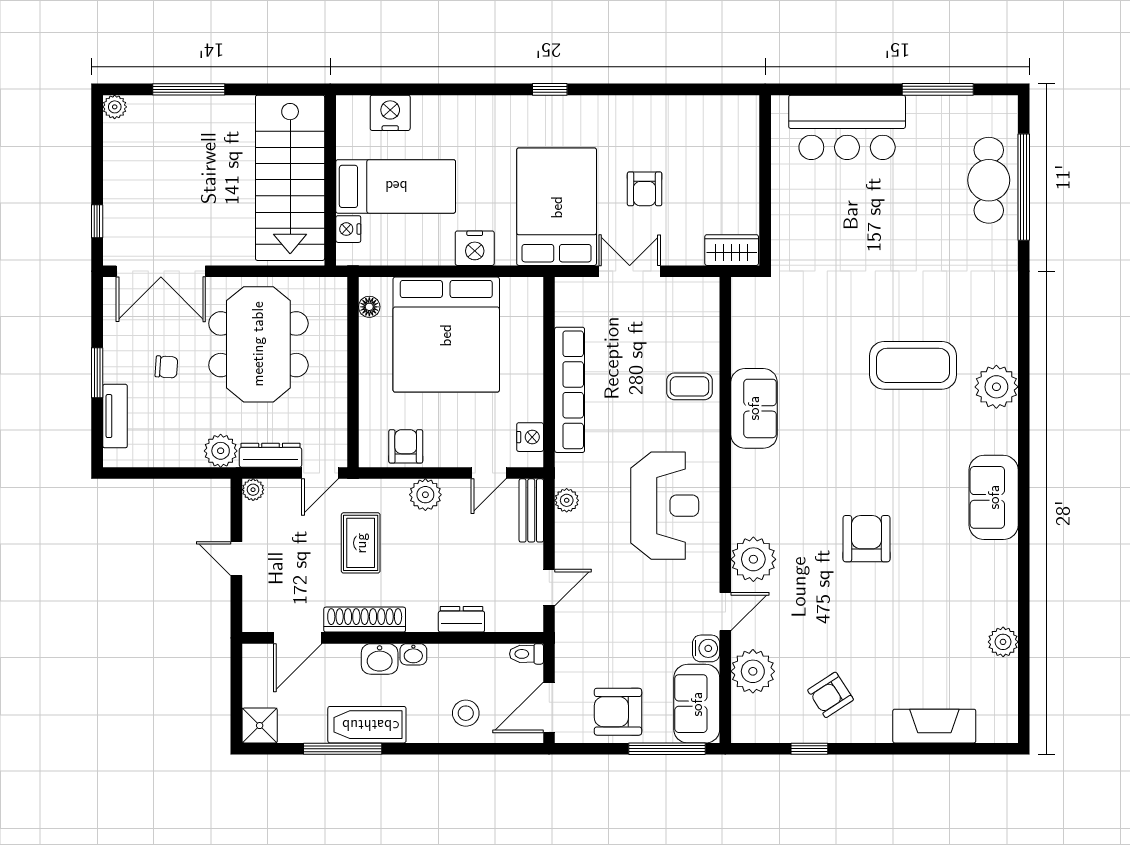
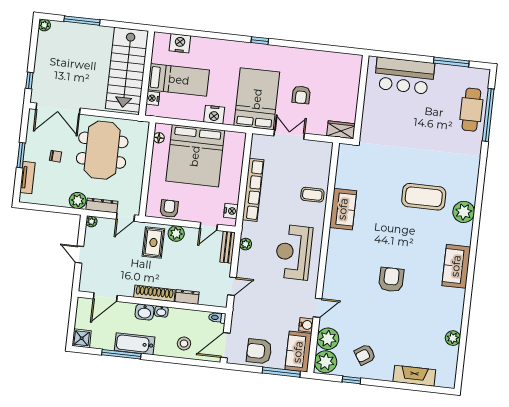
reception desk: (665, 506) -> (294, 252), turned 180
rug: (361, 543) -> (153, 243), moved
plant: (753, 559) -> (326, 362), moved
shoe rack: (365, 620) -> (154, 293), moved

